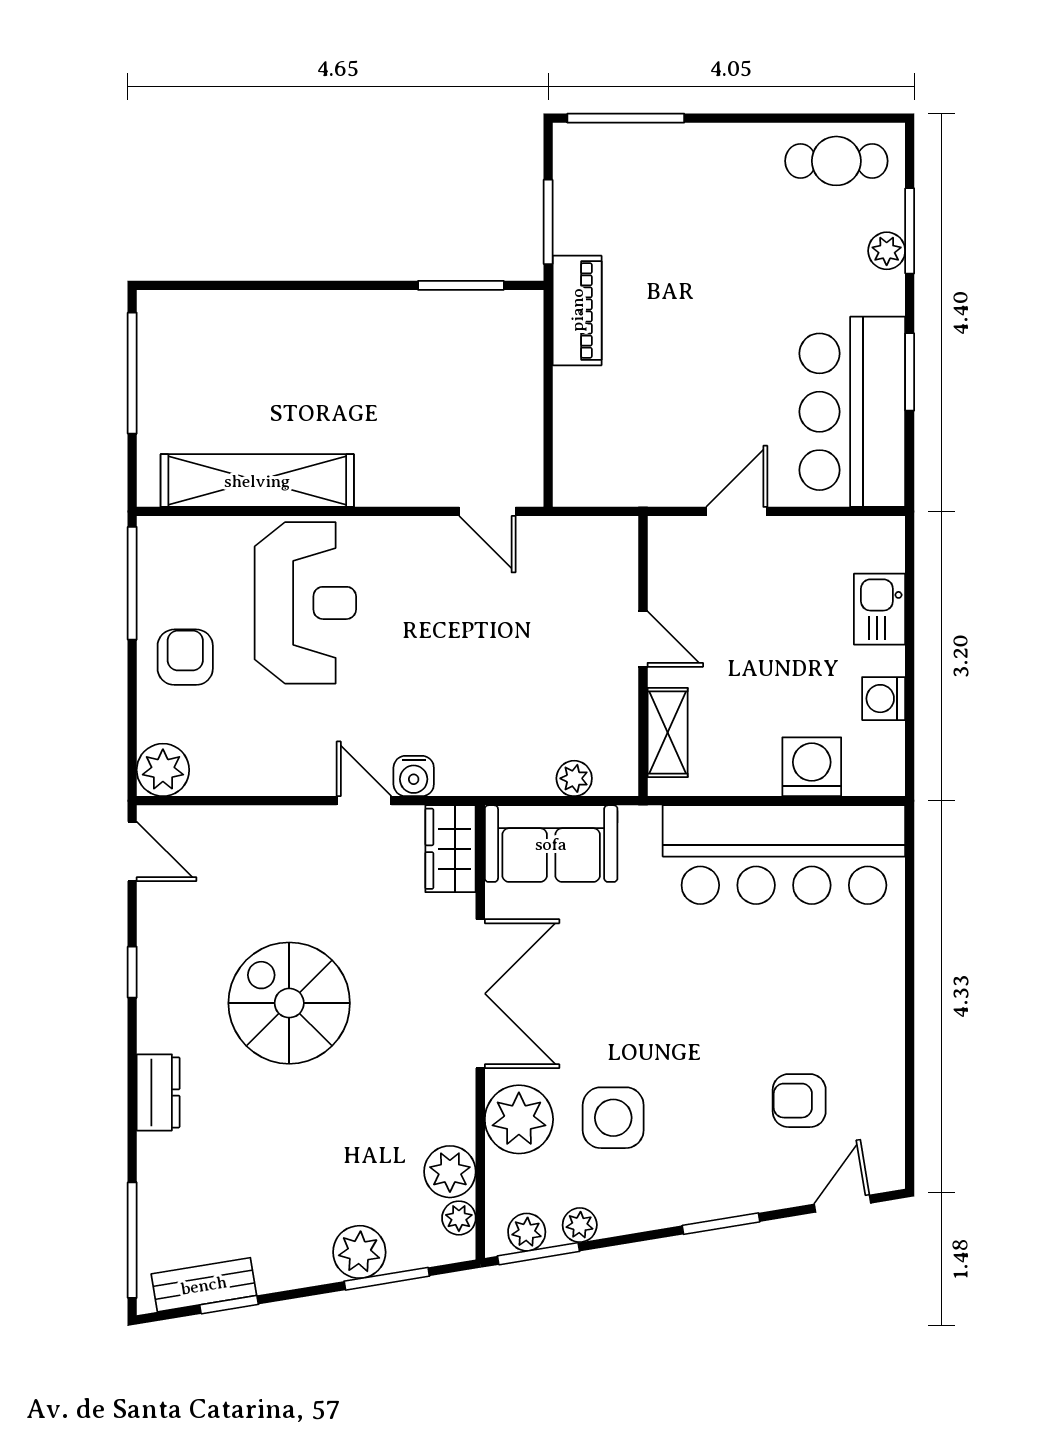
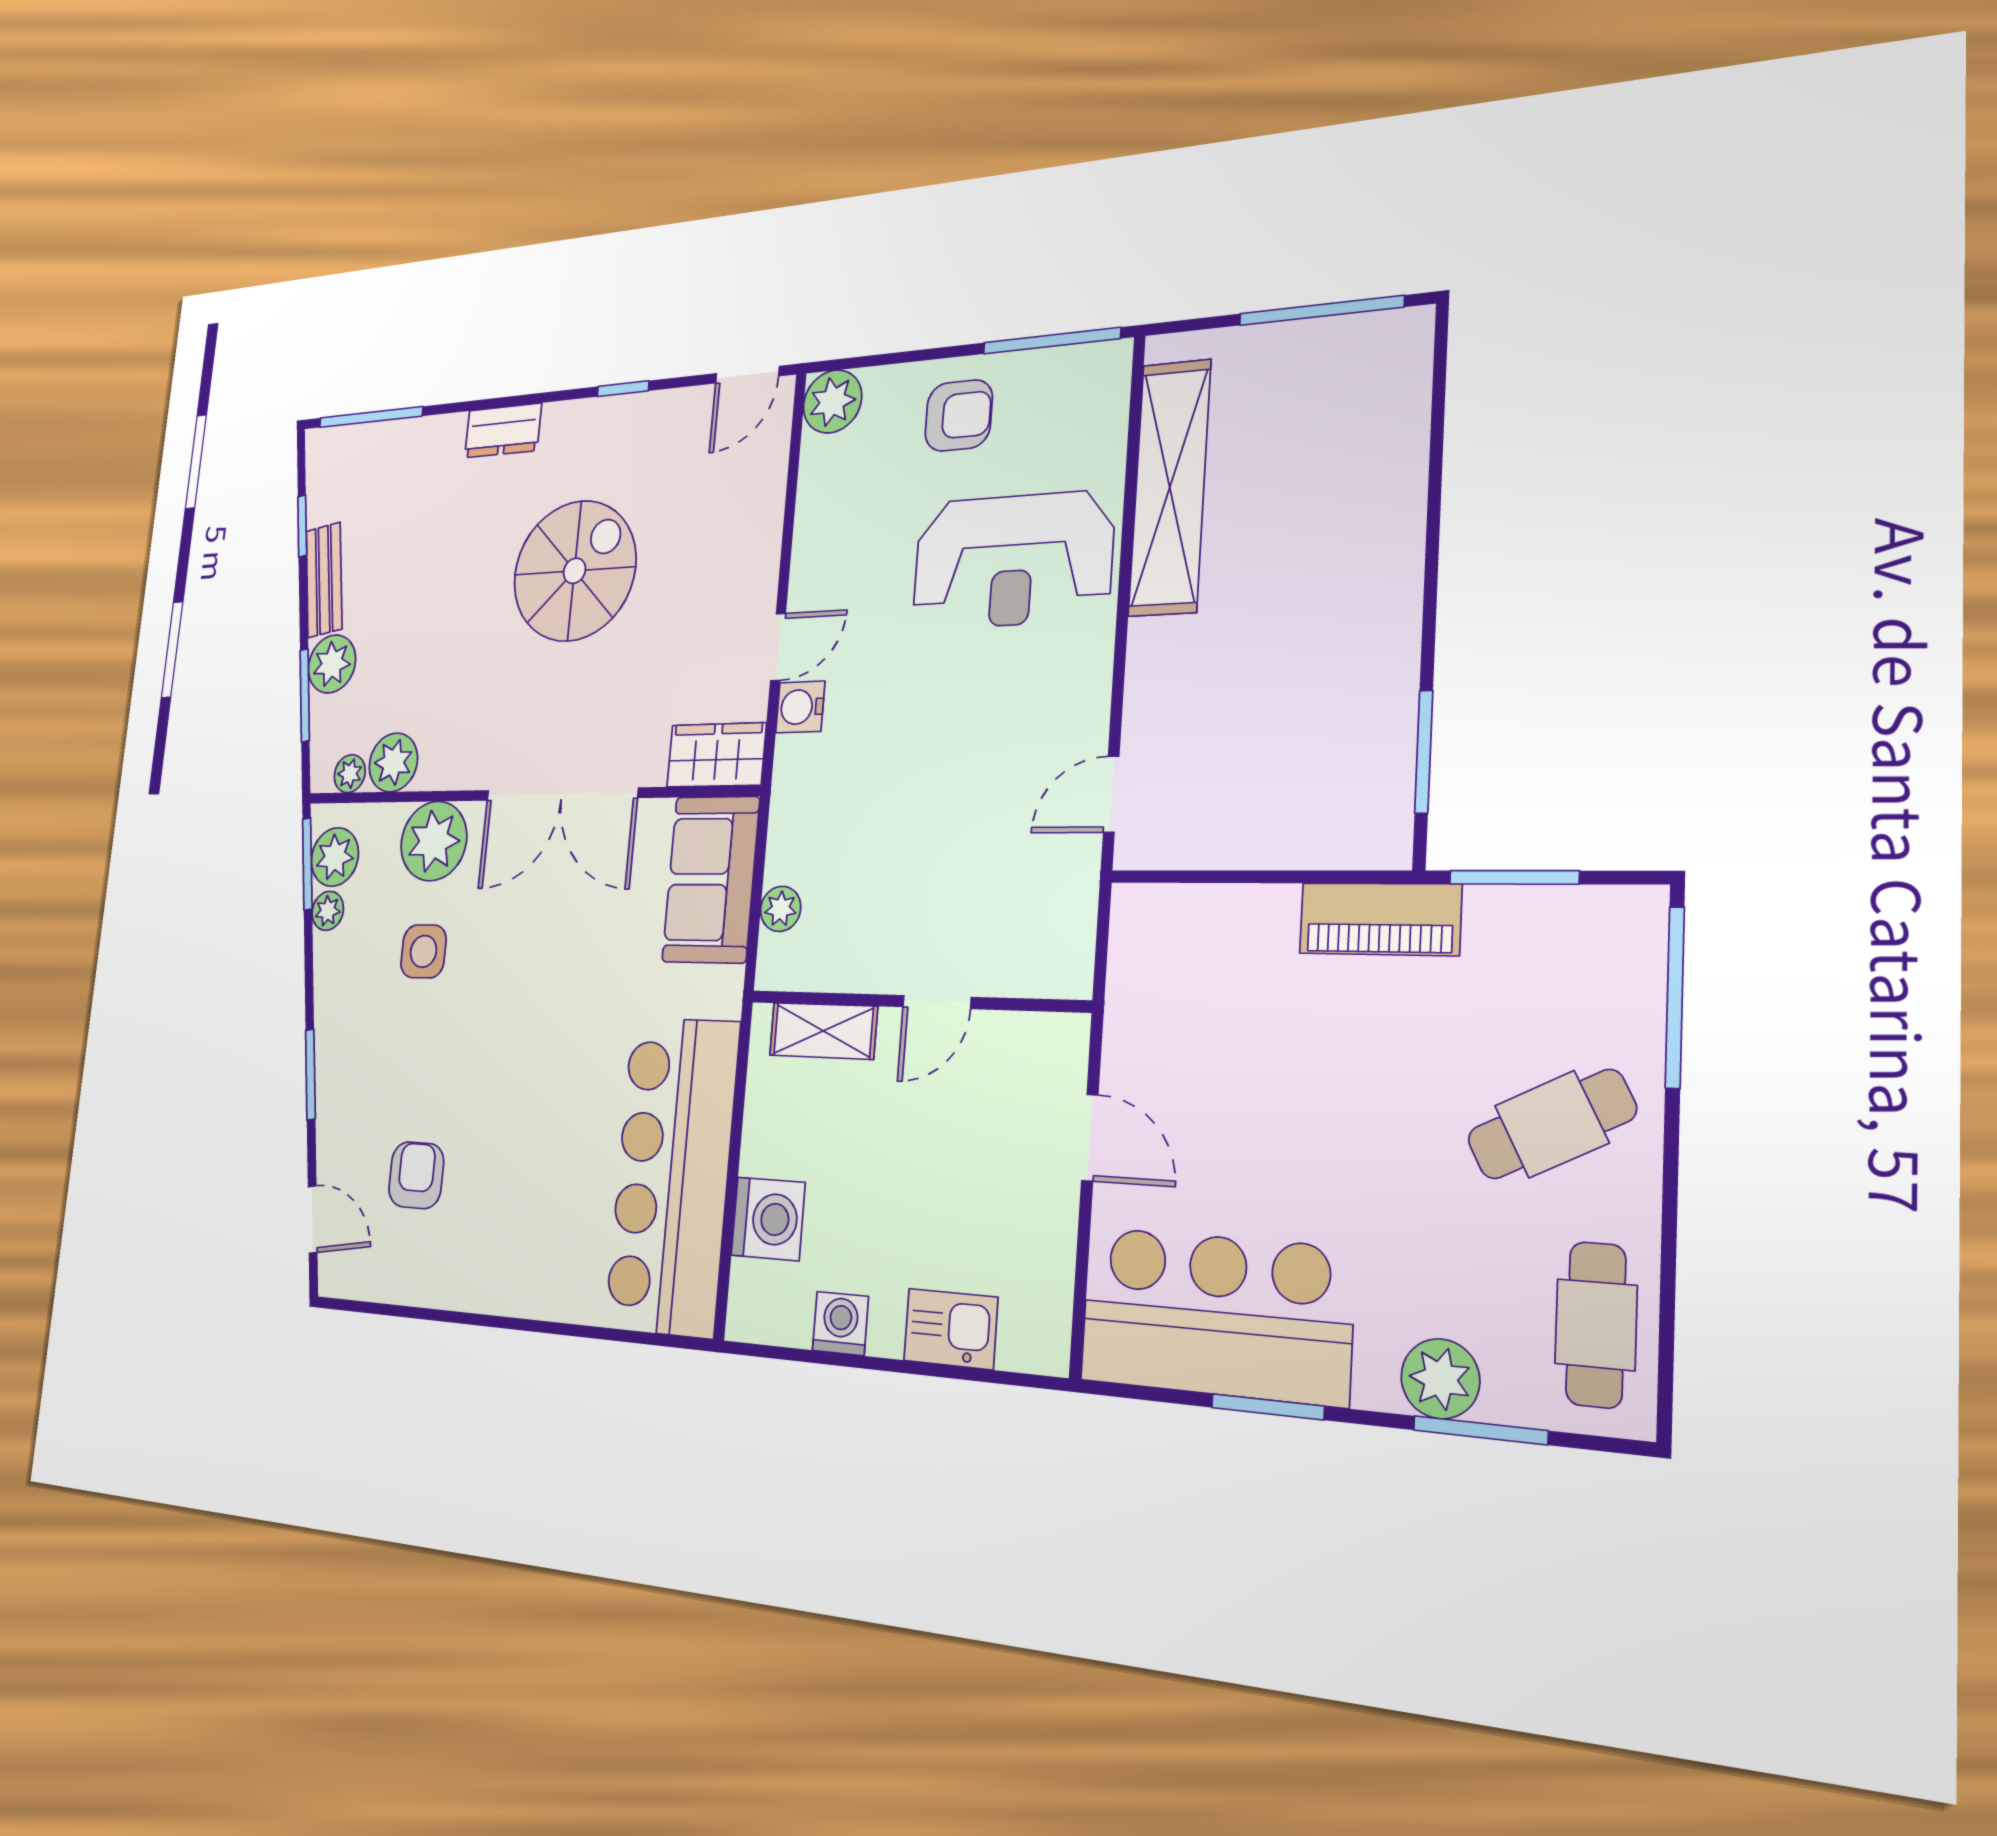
cafe table: (711, 192) -> (1551, 1124), added
plant: (887, 251) -> (1440, 1379), width x1.38, depth x1.38
side table: (613, 1118) -> (423, 951), width x0.73, depth x0.73
plant: (527, 1232) -> (335, 857), width x1.38, depth x1.38
bench: (204, 1285) -> (324, 580), moved

